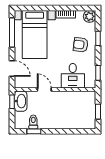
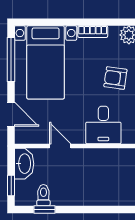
window: (12, 102) -> (11, 185), moved

